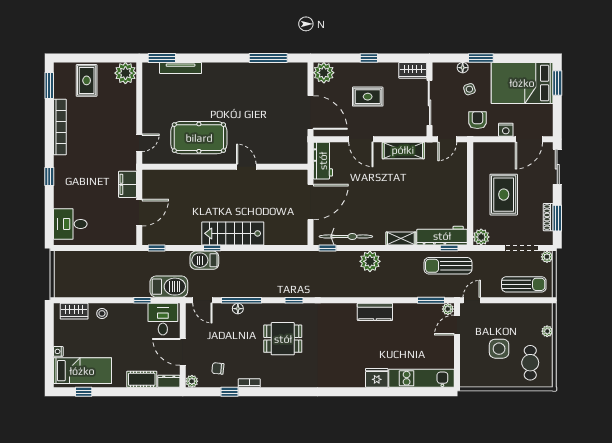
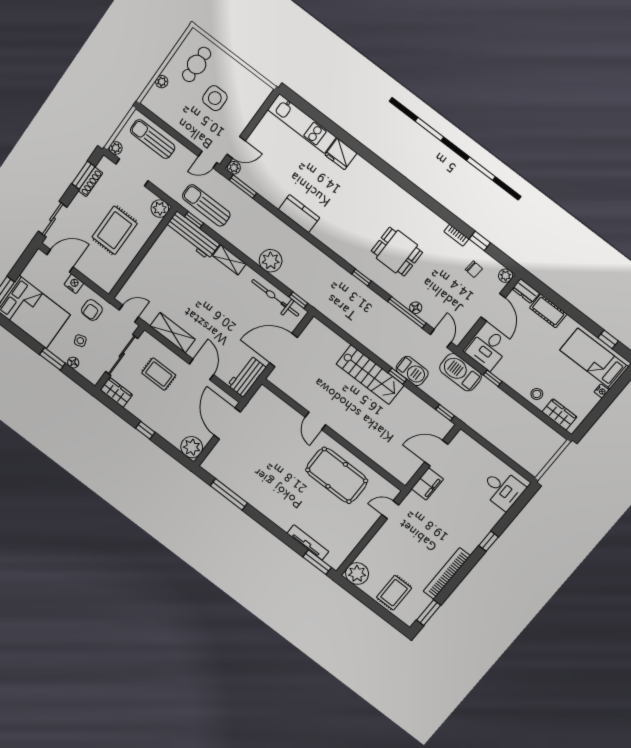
rug: (368, 97) -> (159, 374), moved
sun lounger: (448, 266) -> (206, 205), turned 180

